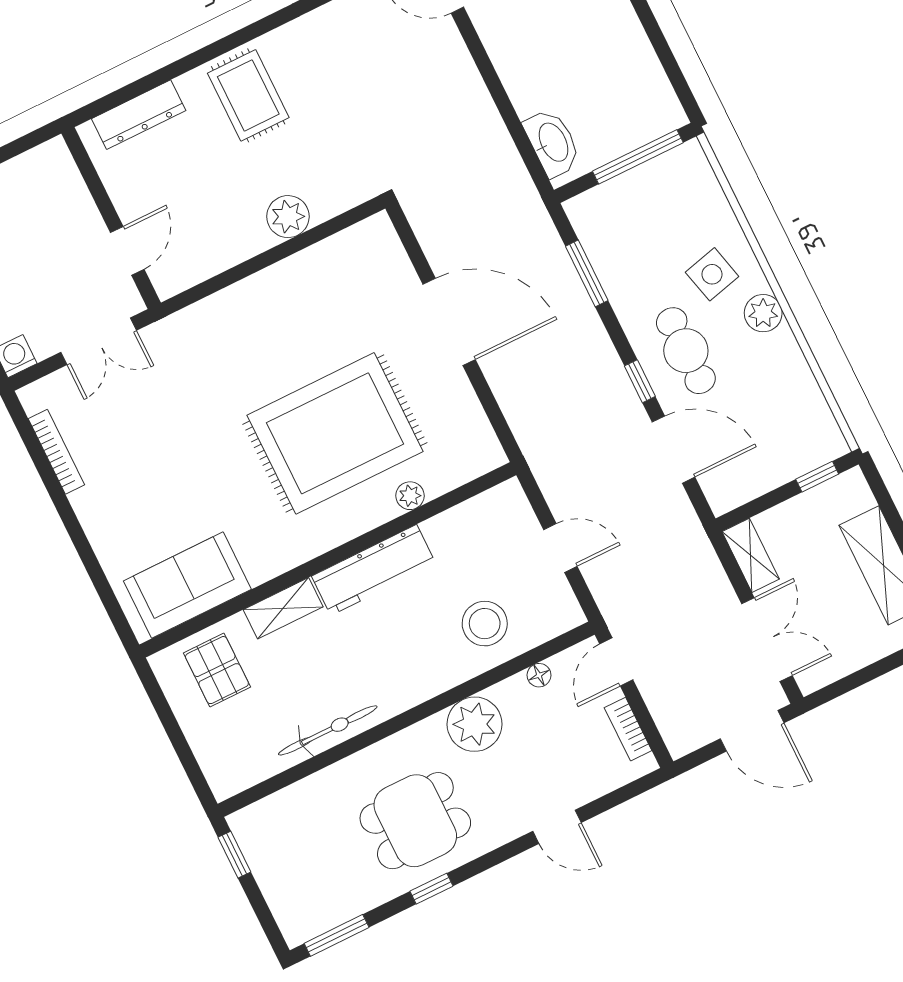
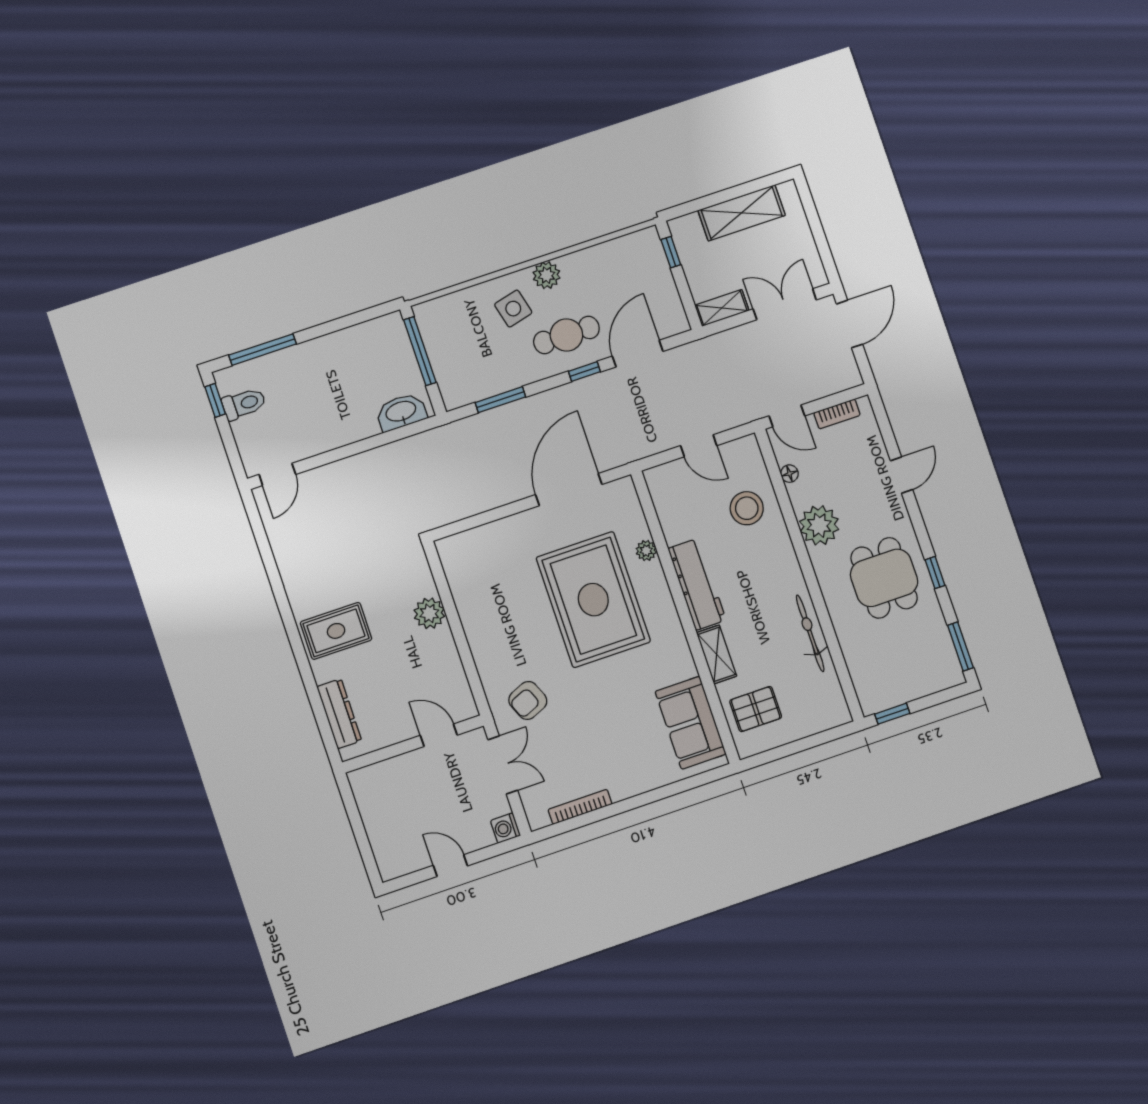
door: (449, 322) -> (569, 490), moved
armchair: (189, 363) -> (528, 700), added
door: (560, 548) -> (699, 446), swing flipped

